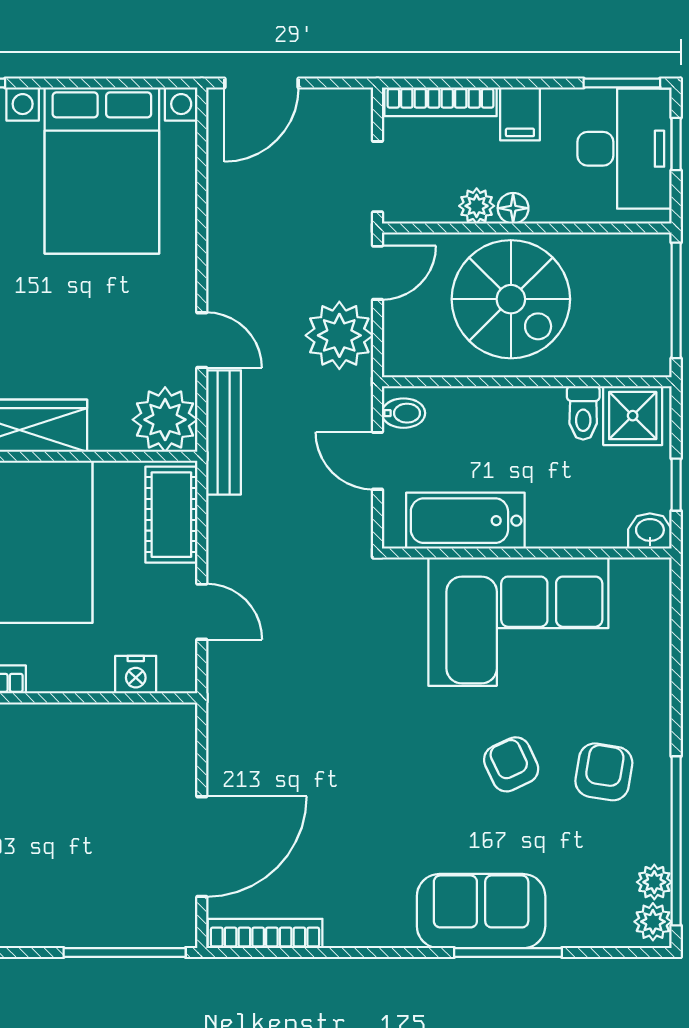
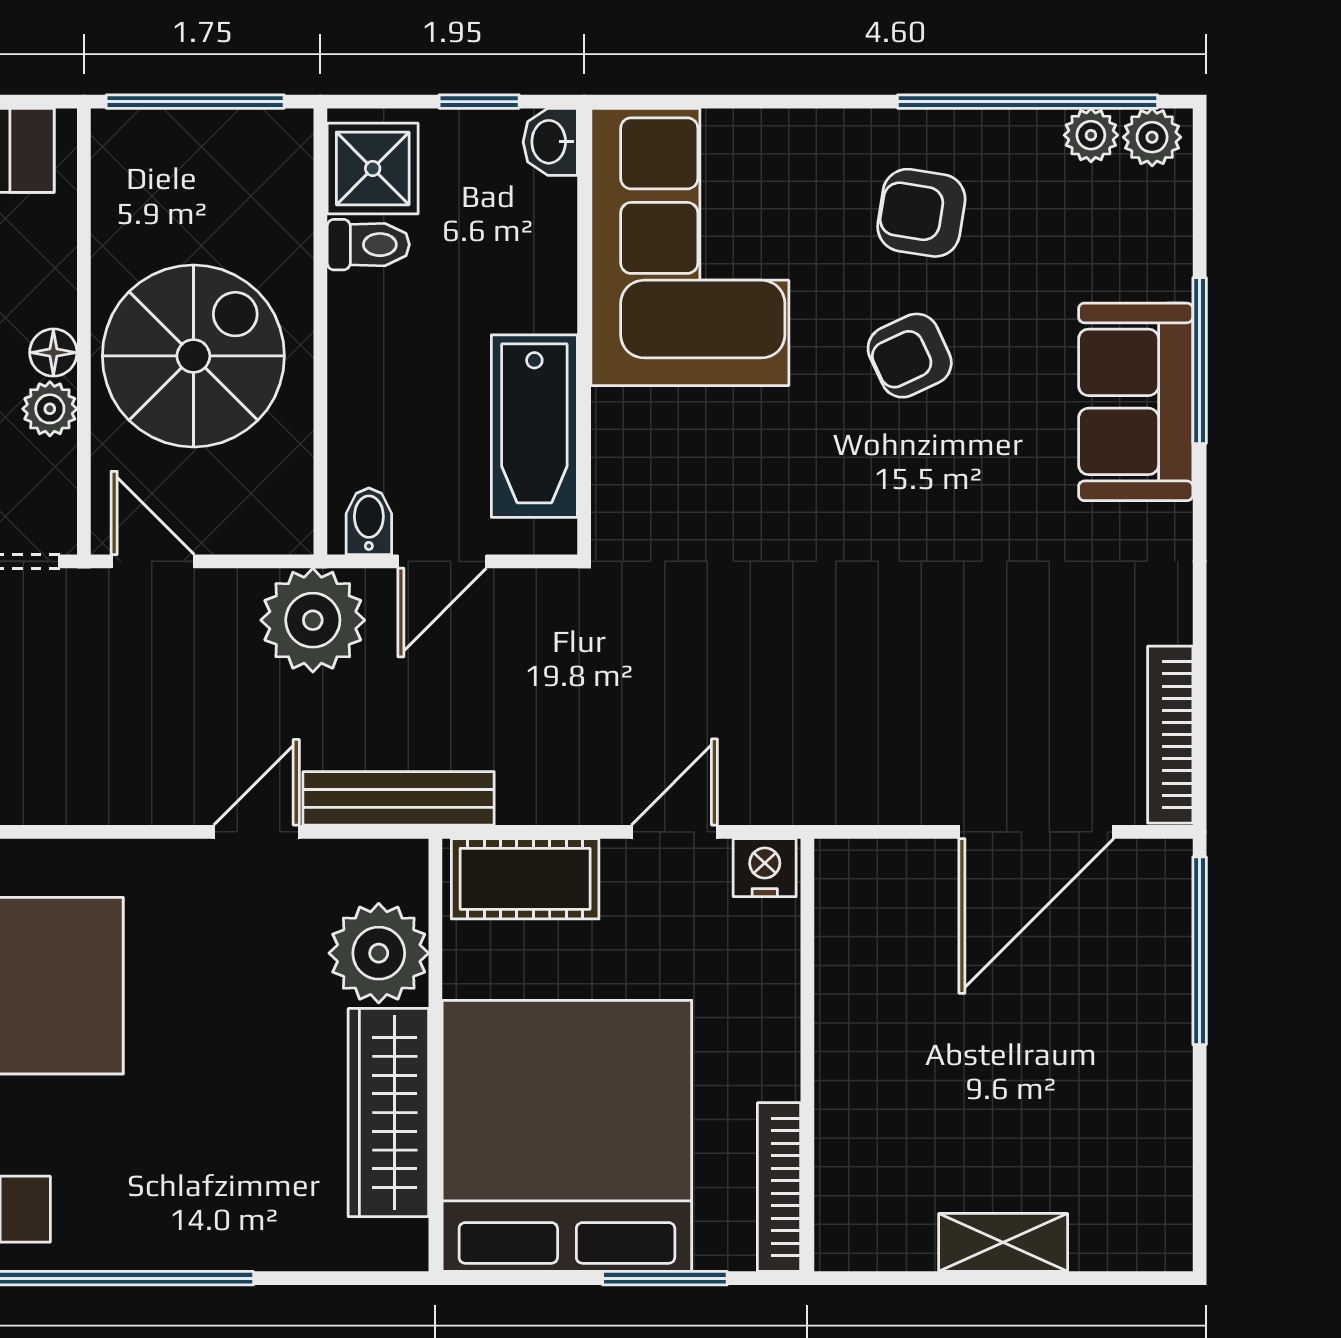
plant: (339, 335) -> (313, 620), moved
plant: (165, 420) -> (379, 953), moved
corner sofa: (518, 622) -> (690, 247), moved
nightstand: (136, 675) -> (765, 868), moved, turned -90
door: (202, 847) -> (1036, 832), swing flipped

